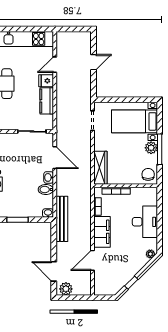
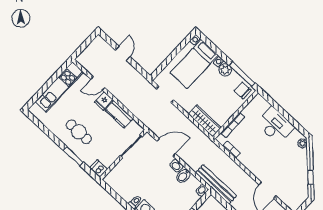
door: (55, 65) -> (98, 83), hinge flipped
window: (160, 149) -> (242, 74), moved
filing cabinet: (102, 232) -> (253, 164), removed

